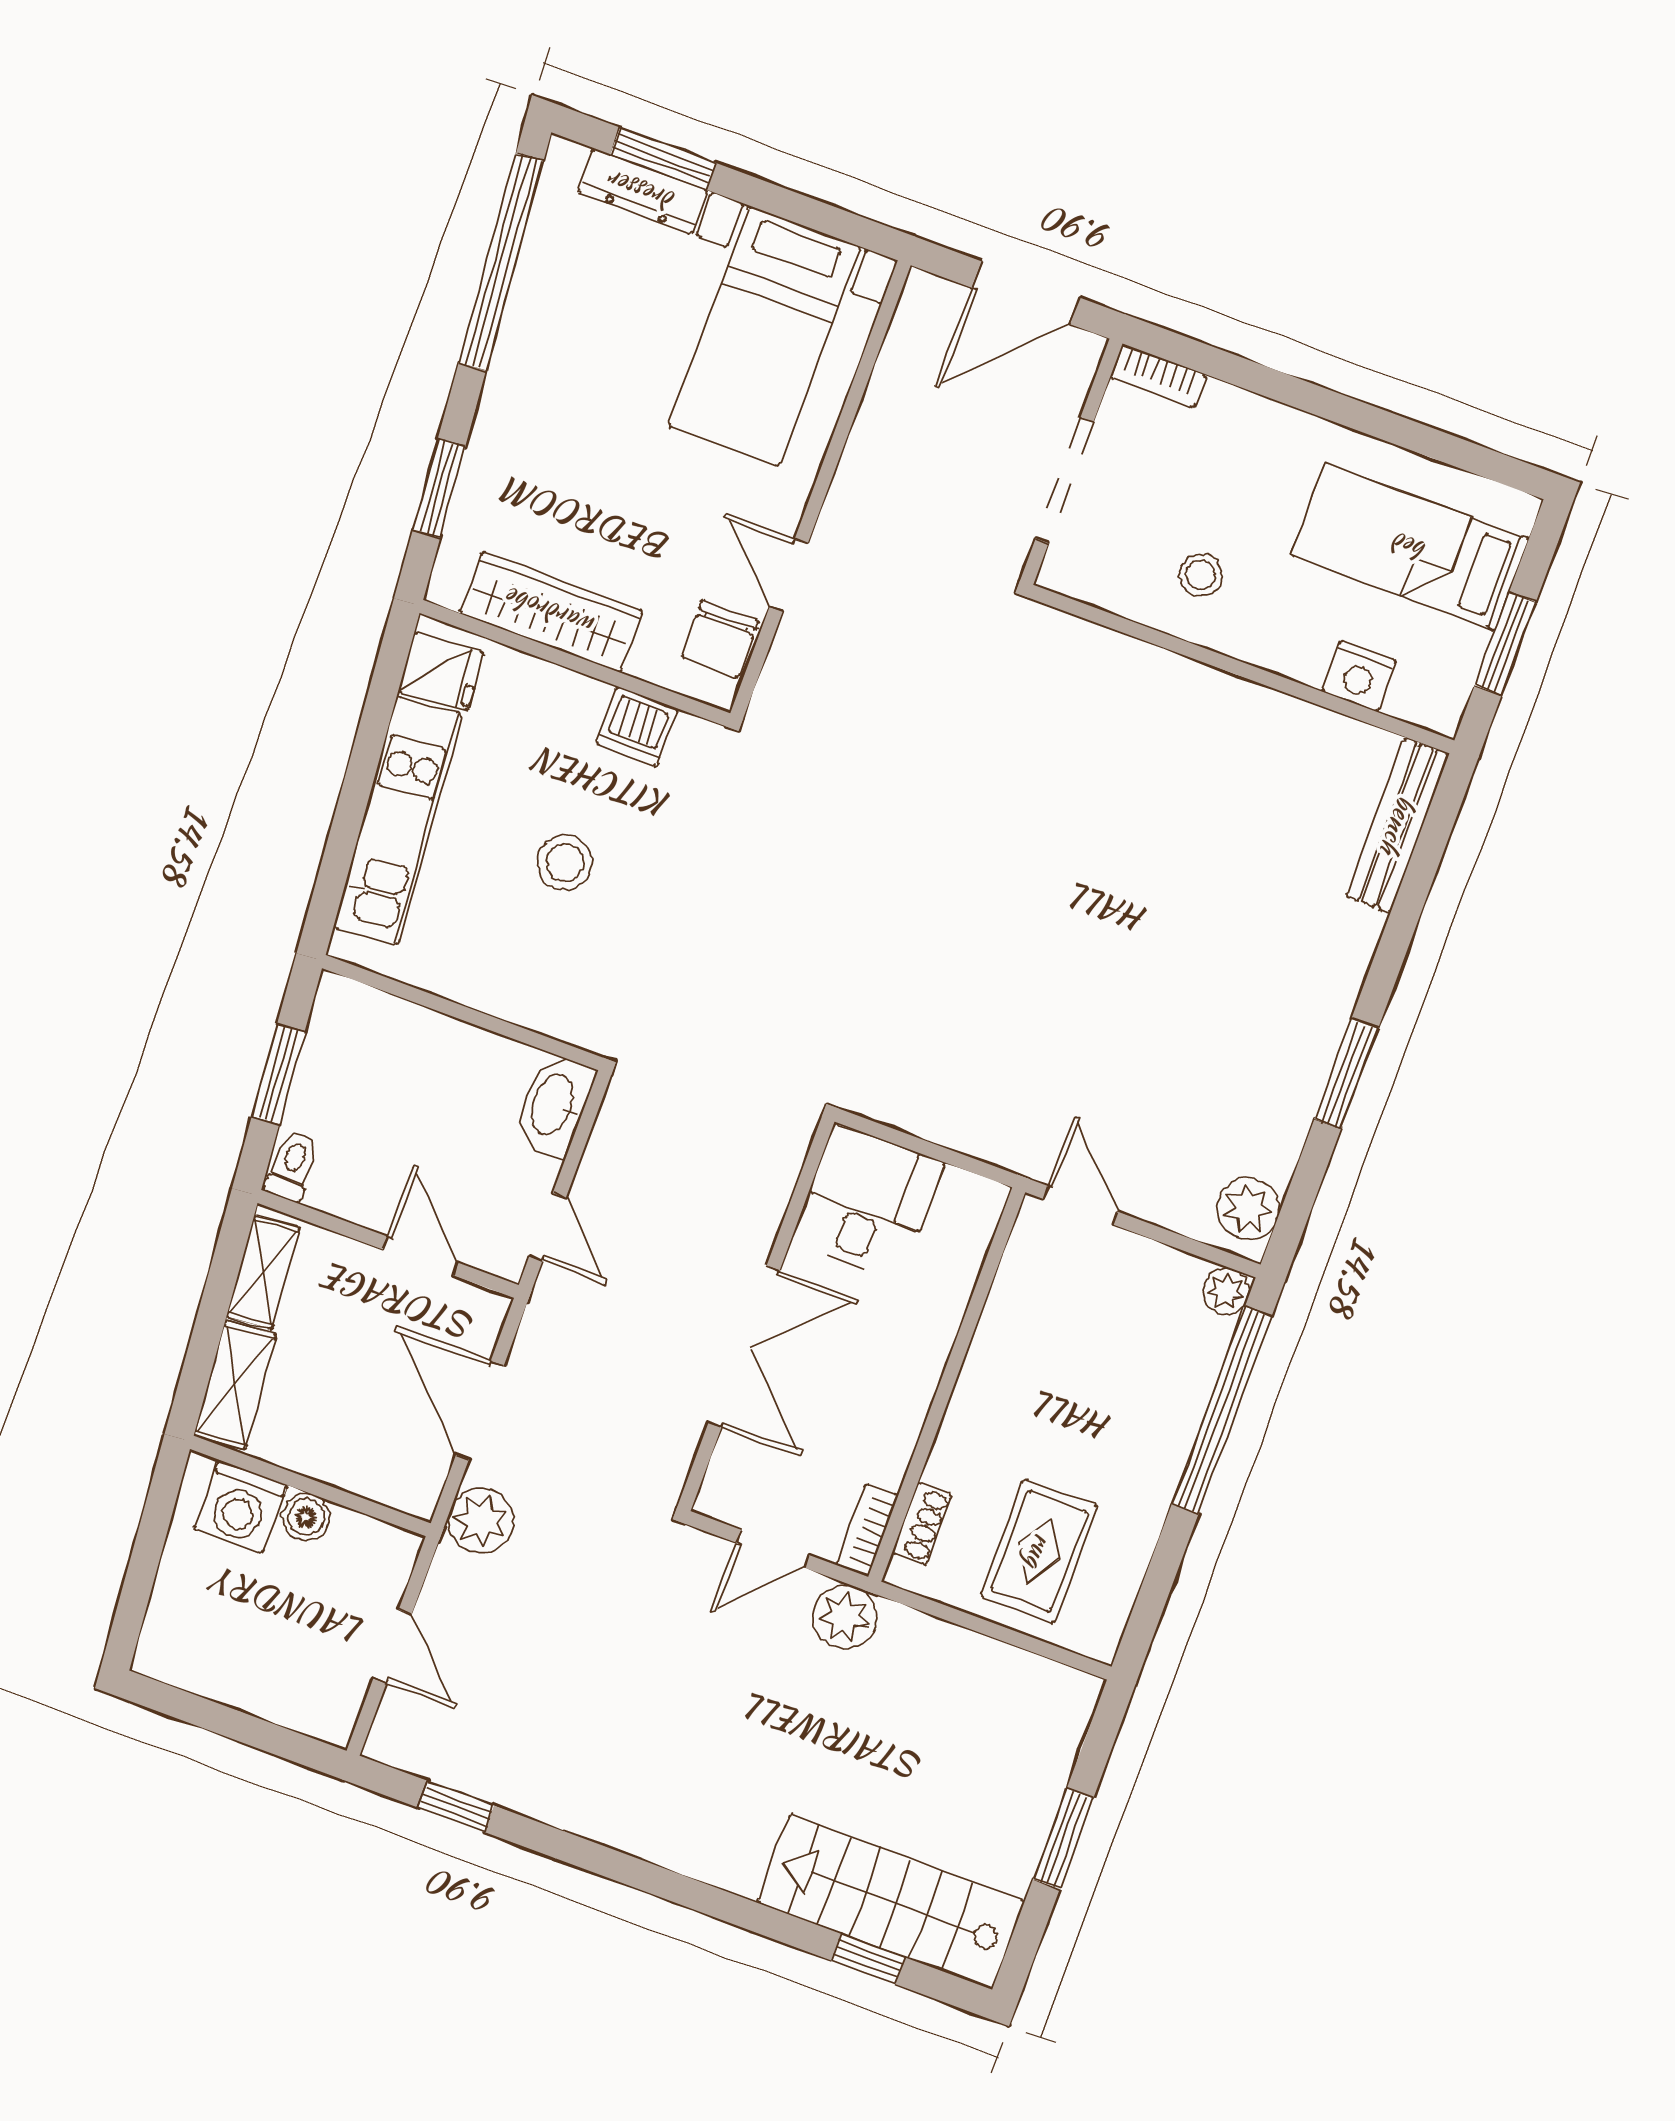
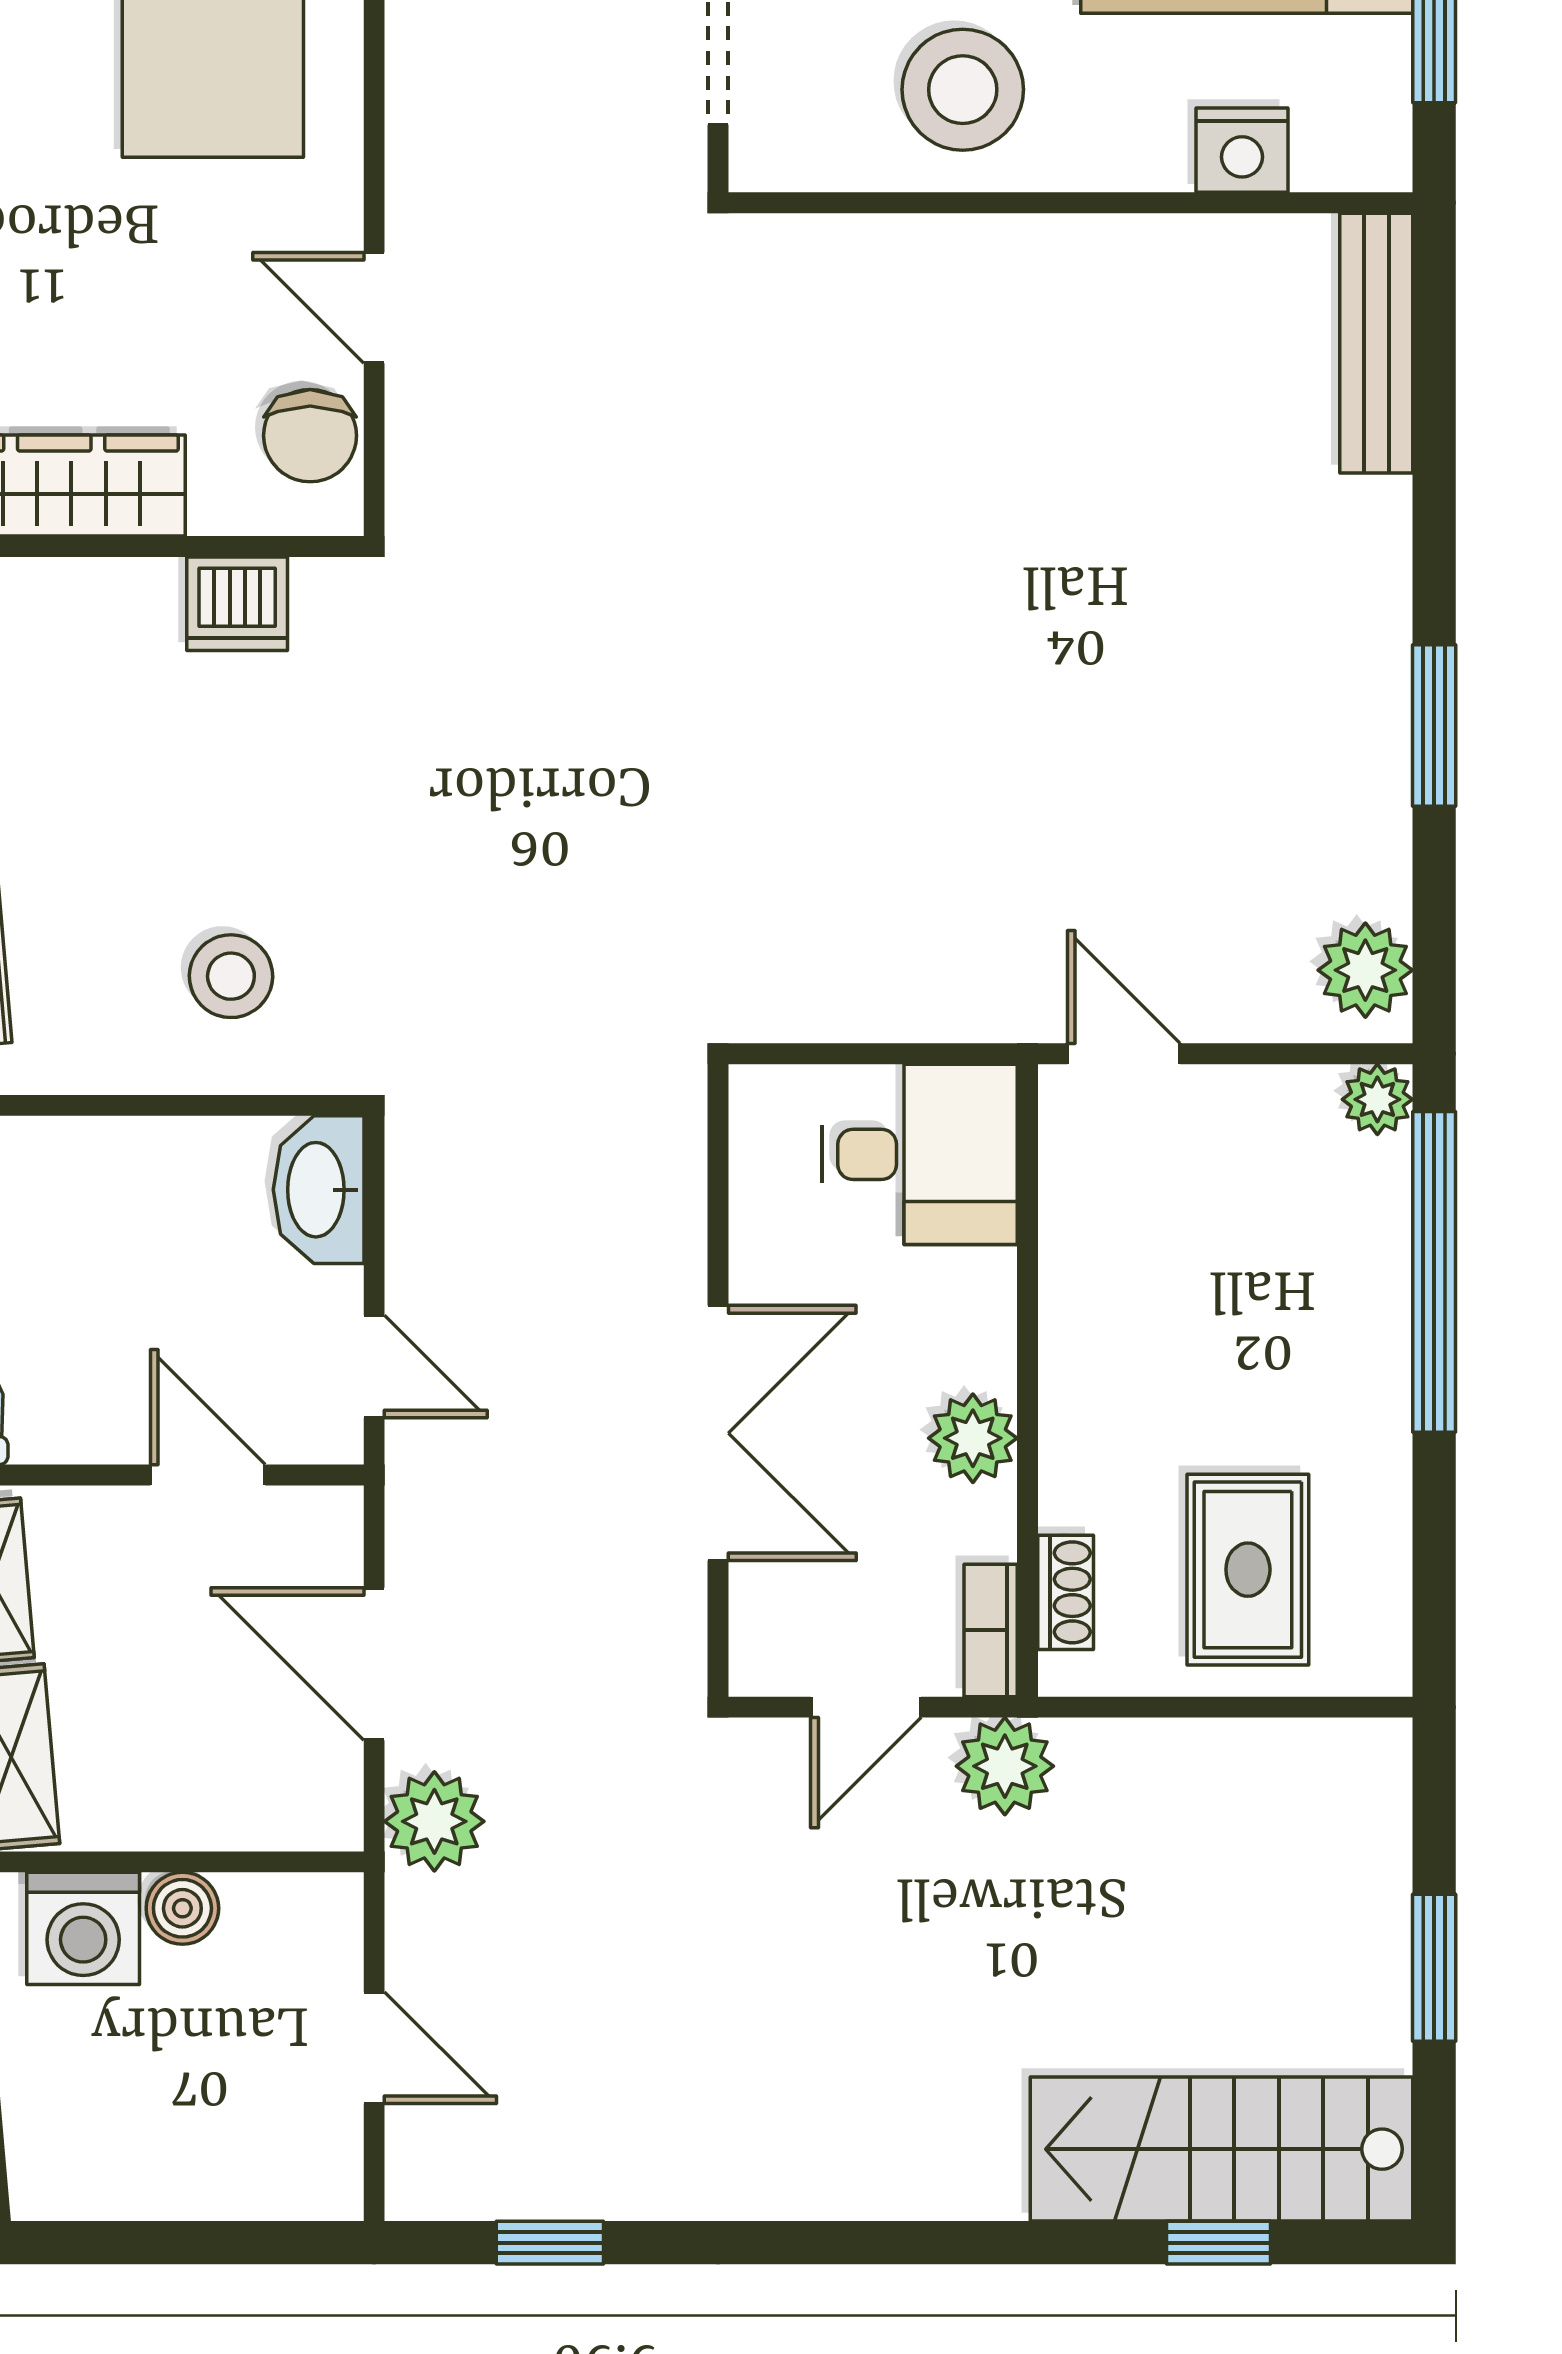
stool: (1201, 575) -> (963, 90), width x1.89, depth x1.89
stool: (565, 863) -> (231, 976), moved
desk: (868, 1202) -> (920, 1154), moved, turned 90
plant: (900, 1408) -> (973, 1438), added

